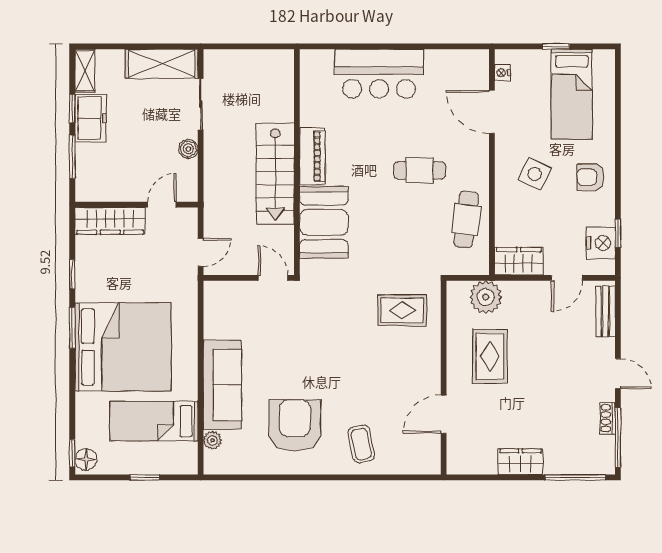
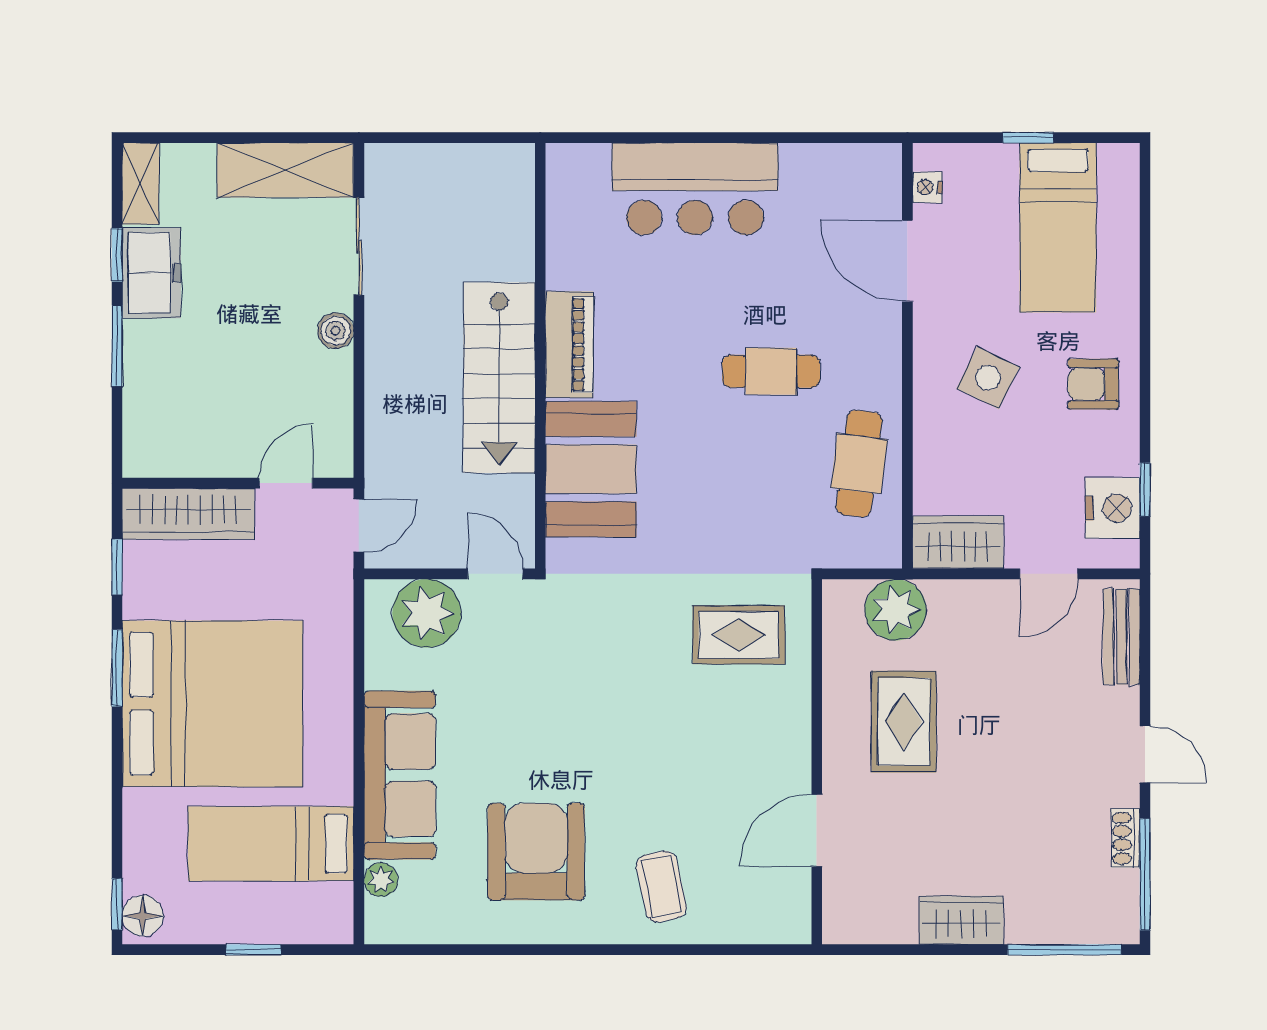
wall: (136, 205) -> (238, 483), moved
door: (162, 205) -> (286, 483), moved
wardrobe: (110, 221) -> (188, 514), moved
plant: (237, 299) -> (427, 613), added

